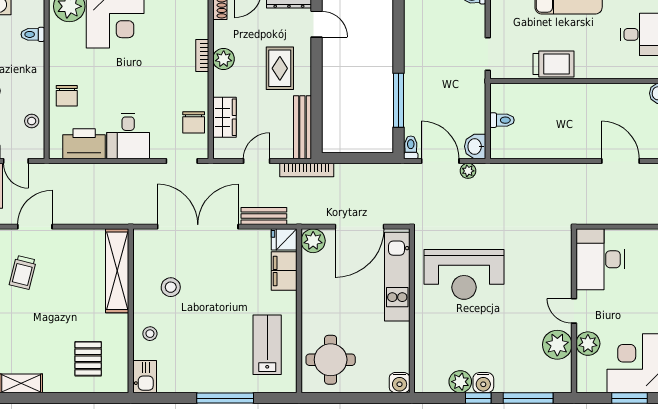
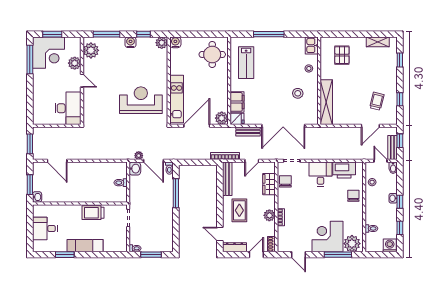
plant: (557, 345) -> (91, 50), moved
plant: (460, 382) -> (162, 43), moved
window: (478, 398) -> (144, 34), moved

